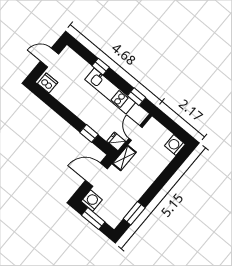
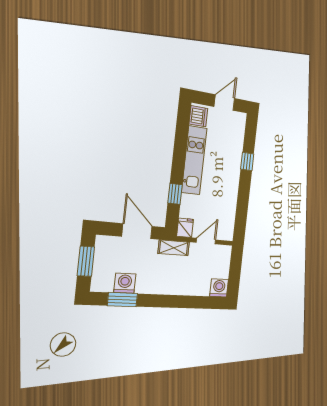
door: (49, 58) -> (224, 103), hinge flipped
kitchen unit: (110, 91) -> (194, 160), moved, turned 180
window: (137, 97) -> (241, 217), removed
washing machine: (92, 201) -> (125, 283), moved, turned -90

